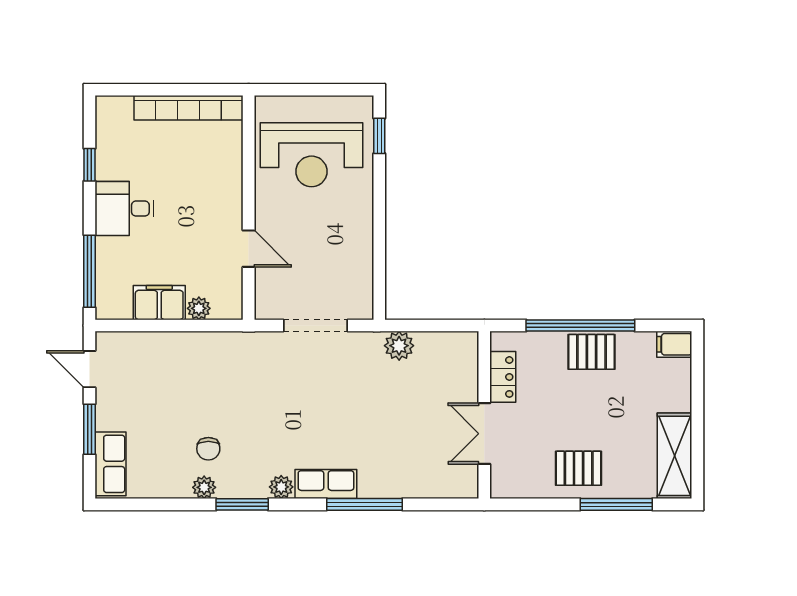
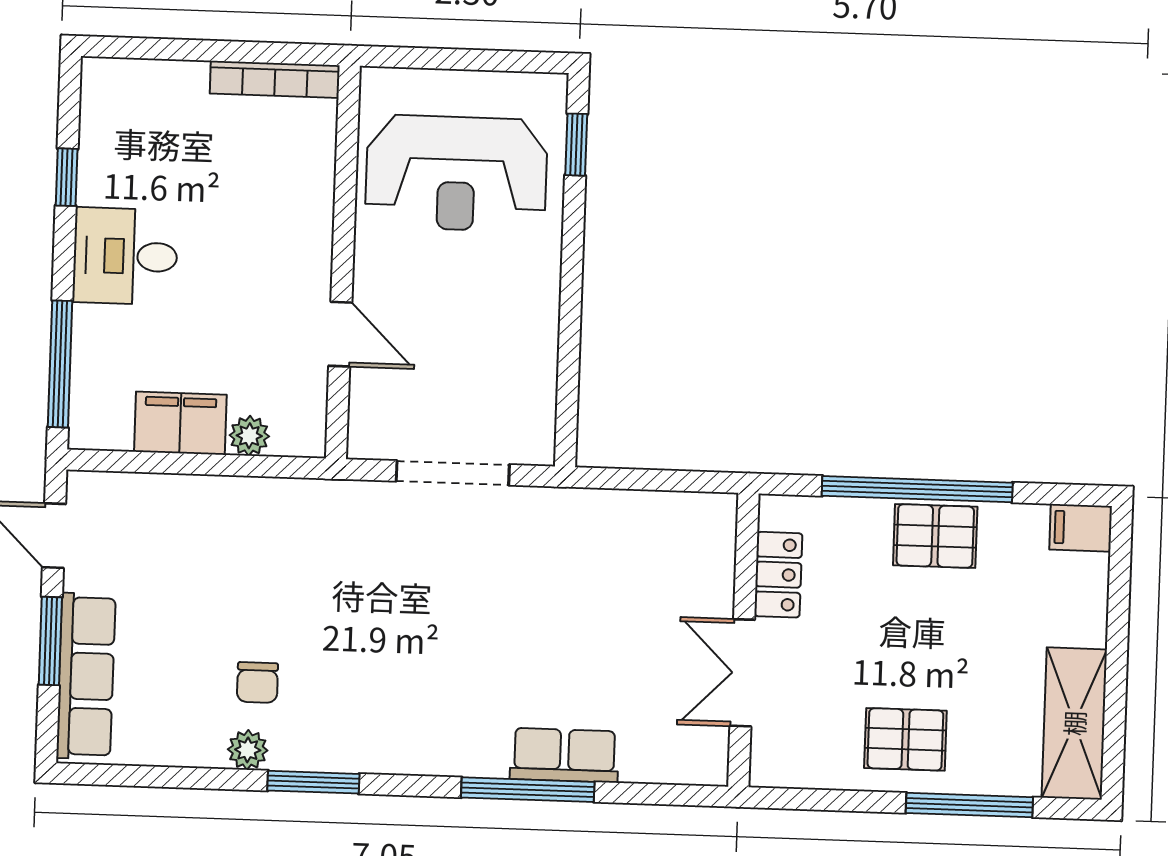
bookcase: (189, 108) -> (275, 79), width x0.68, depth x0.76
plant: (399, 346) -> (598, 514), removed
row of seats: (111, 464) -> (86, 676), width x1.48
row of seats: (326, 484) -> (564, 755), moved
plant: (281, 487) -> (383, 754), removed

